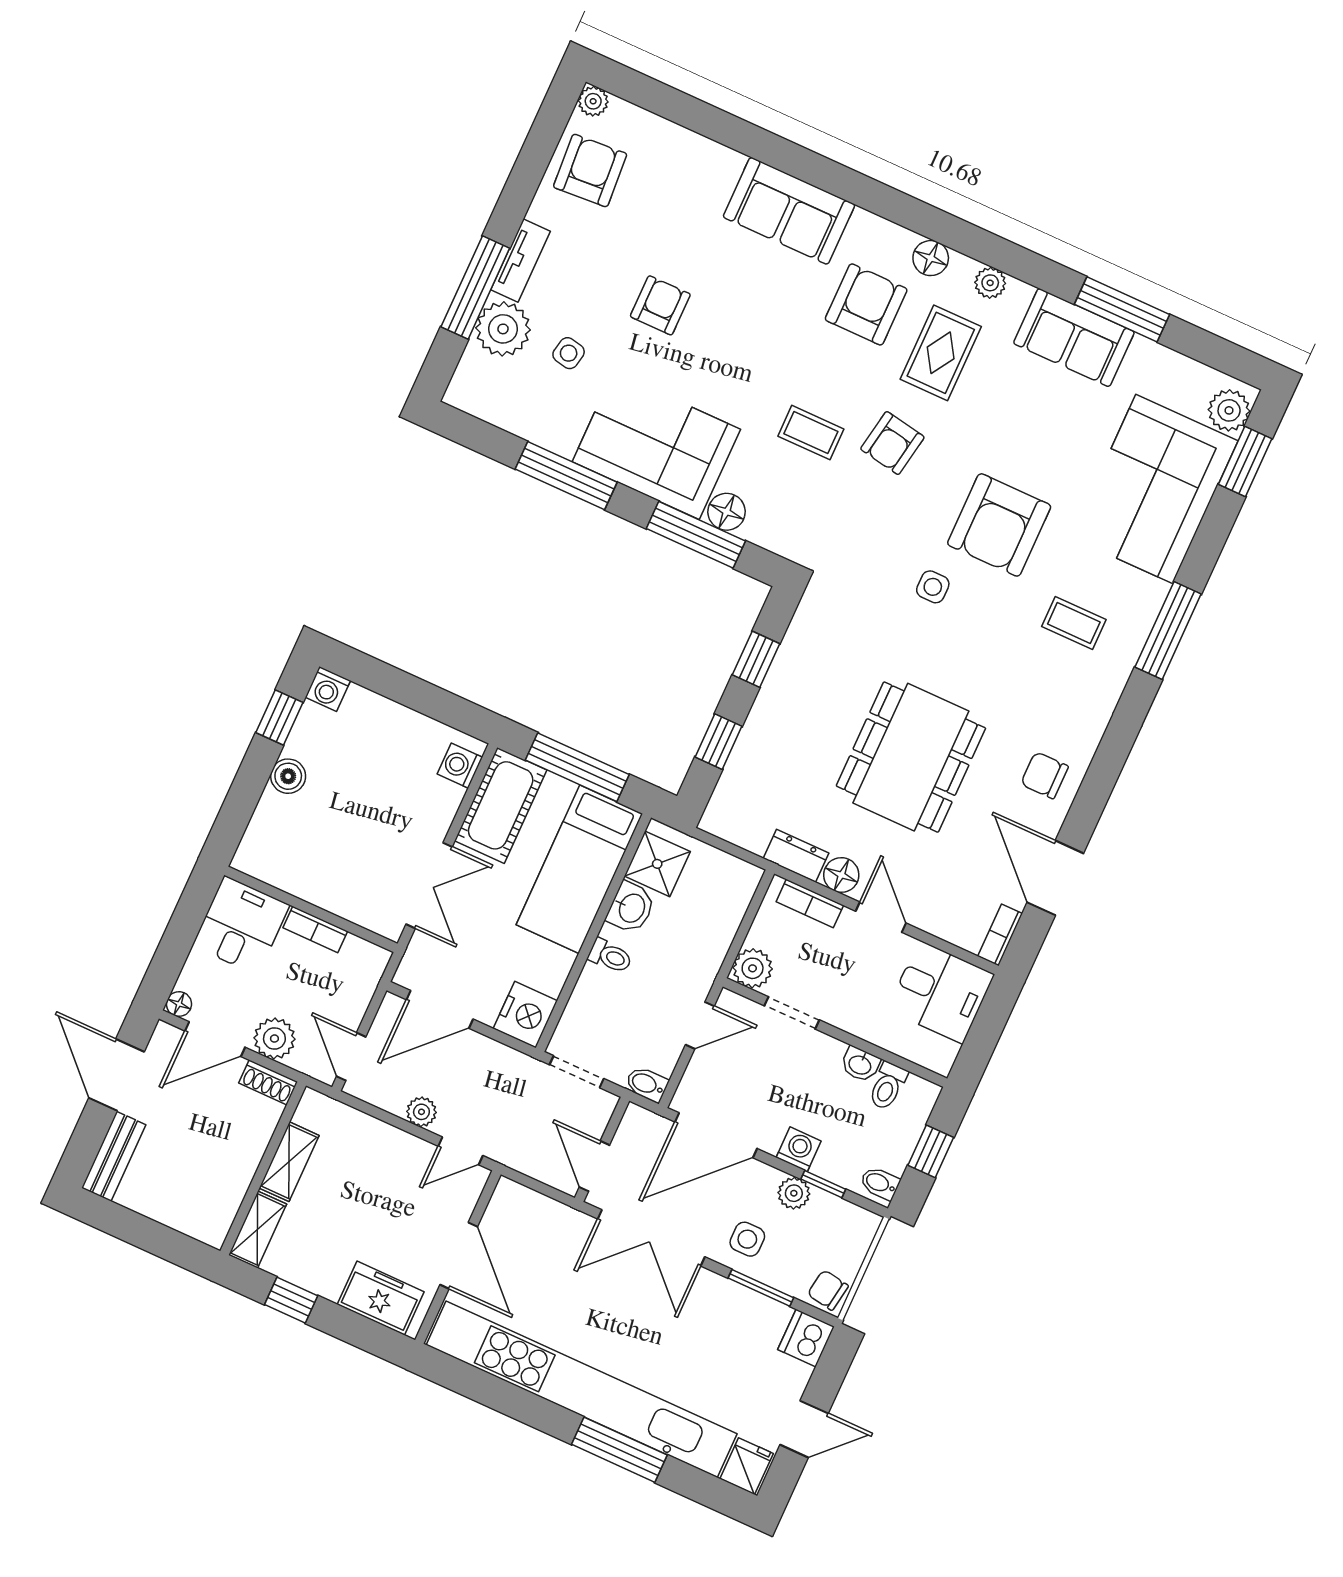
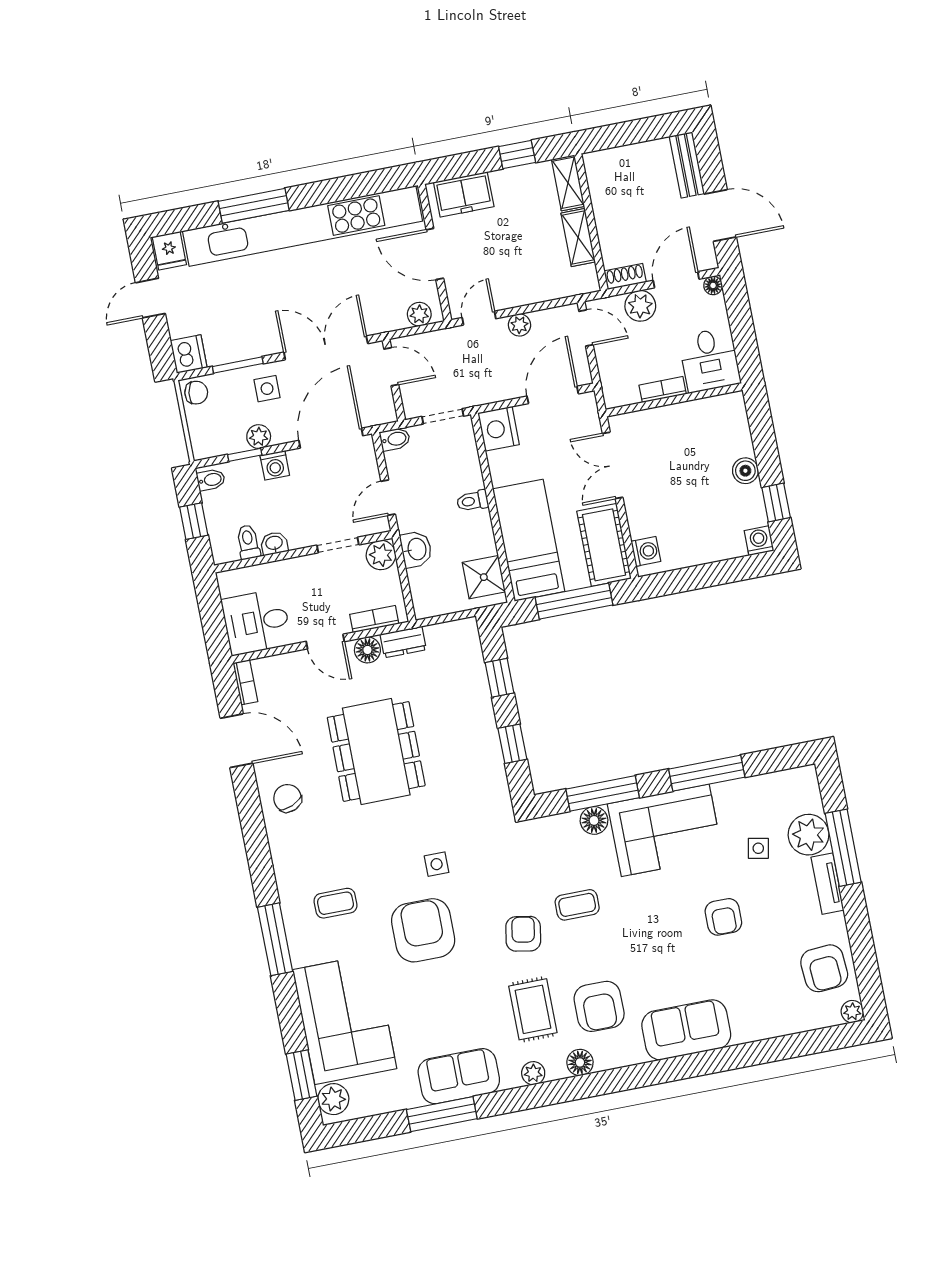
chair: (1044, 775) -> (287, 798), turned -113
washbasin: (631, 908) -> (416, 549), moved, turned 180
plant: (523, 1202) -> (419, 314), added

